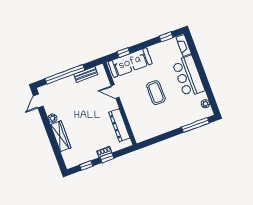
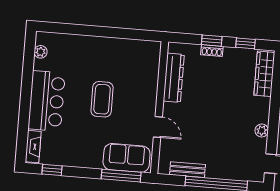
window: (123, 53) -> (121, 176), width x2.17
sofa: (130, 63) -> (127, 158), width x0.73
window: (195, 125) -> (68, 29), removed
wardrobe: (61, 136) -> (264, 74), moved

